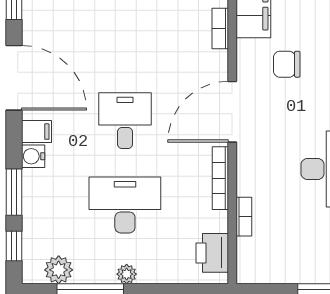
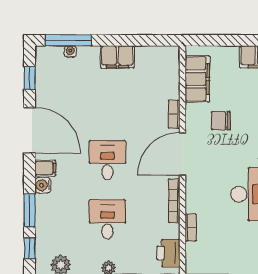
bookcase: (220, 28) -> (174, 114), moved
desk: (125, 205) -> (107, 219), width x0.73

